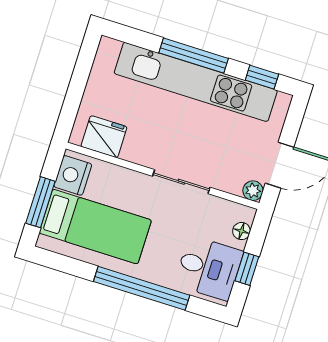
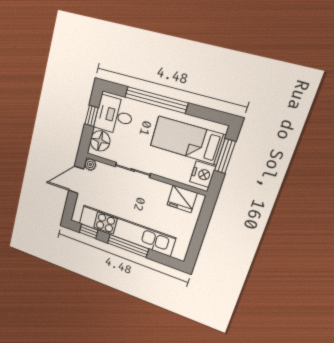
floor lamp: (241, 231) -> (100, 141), width x1.89, depth x1.89

